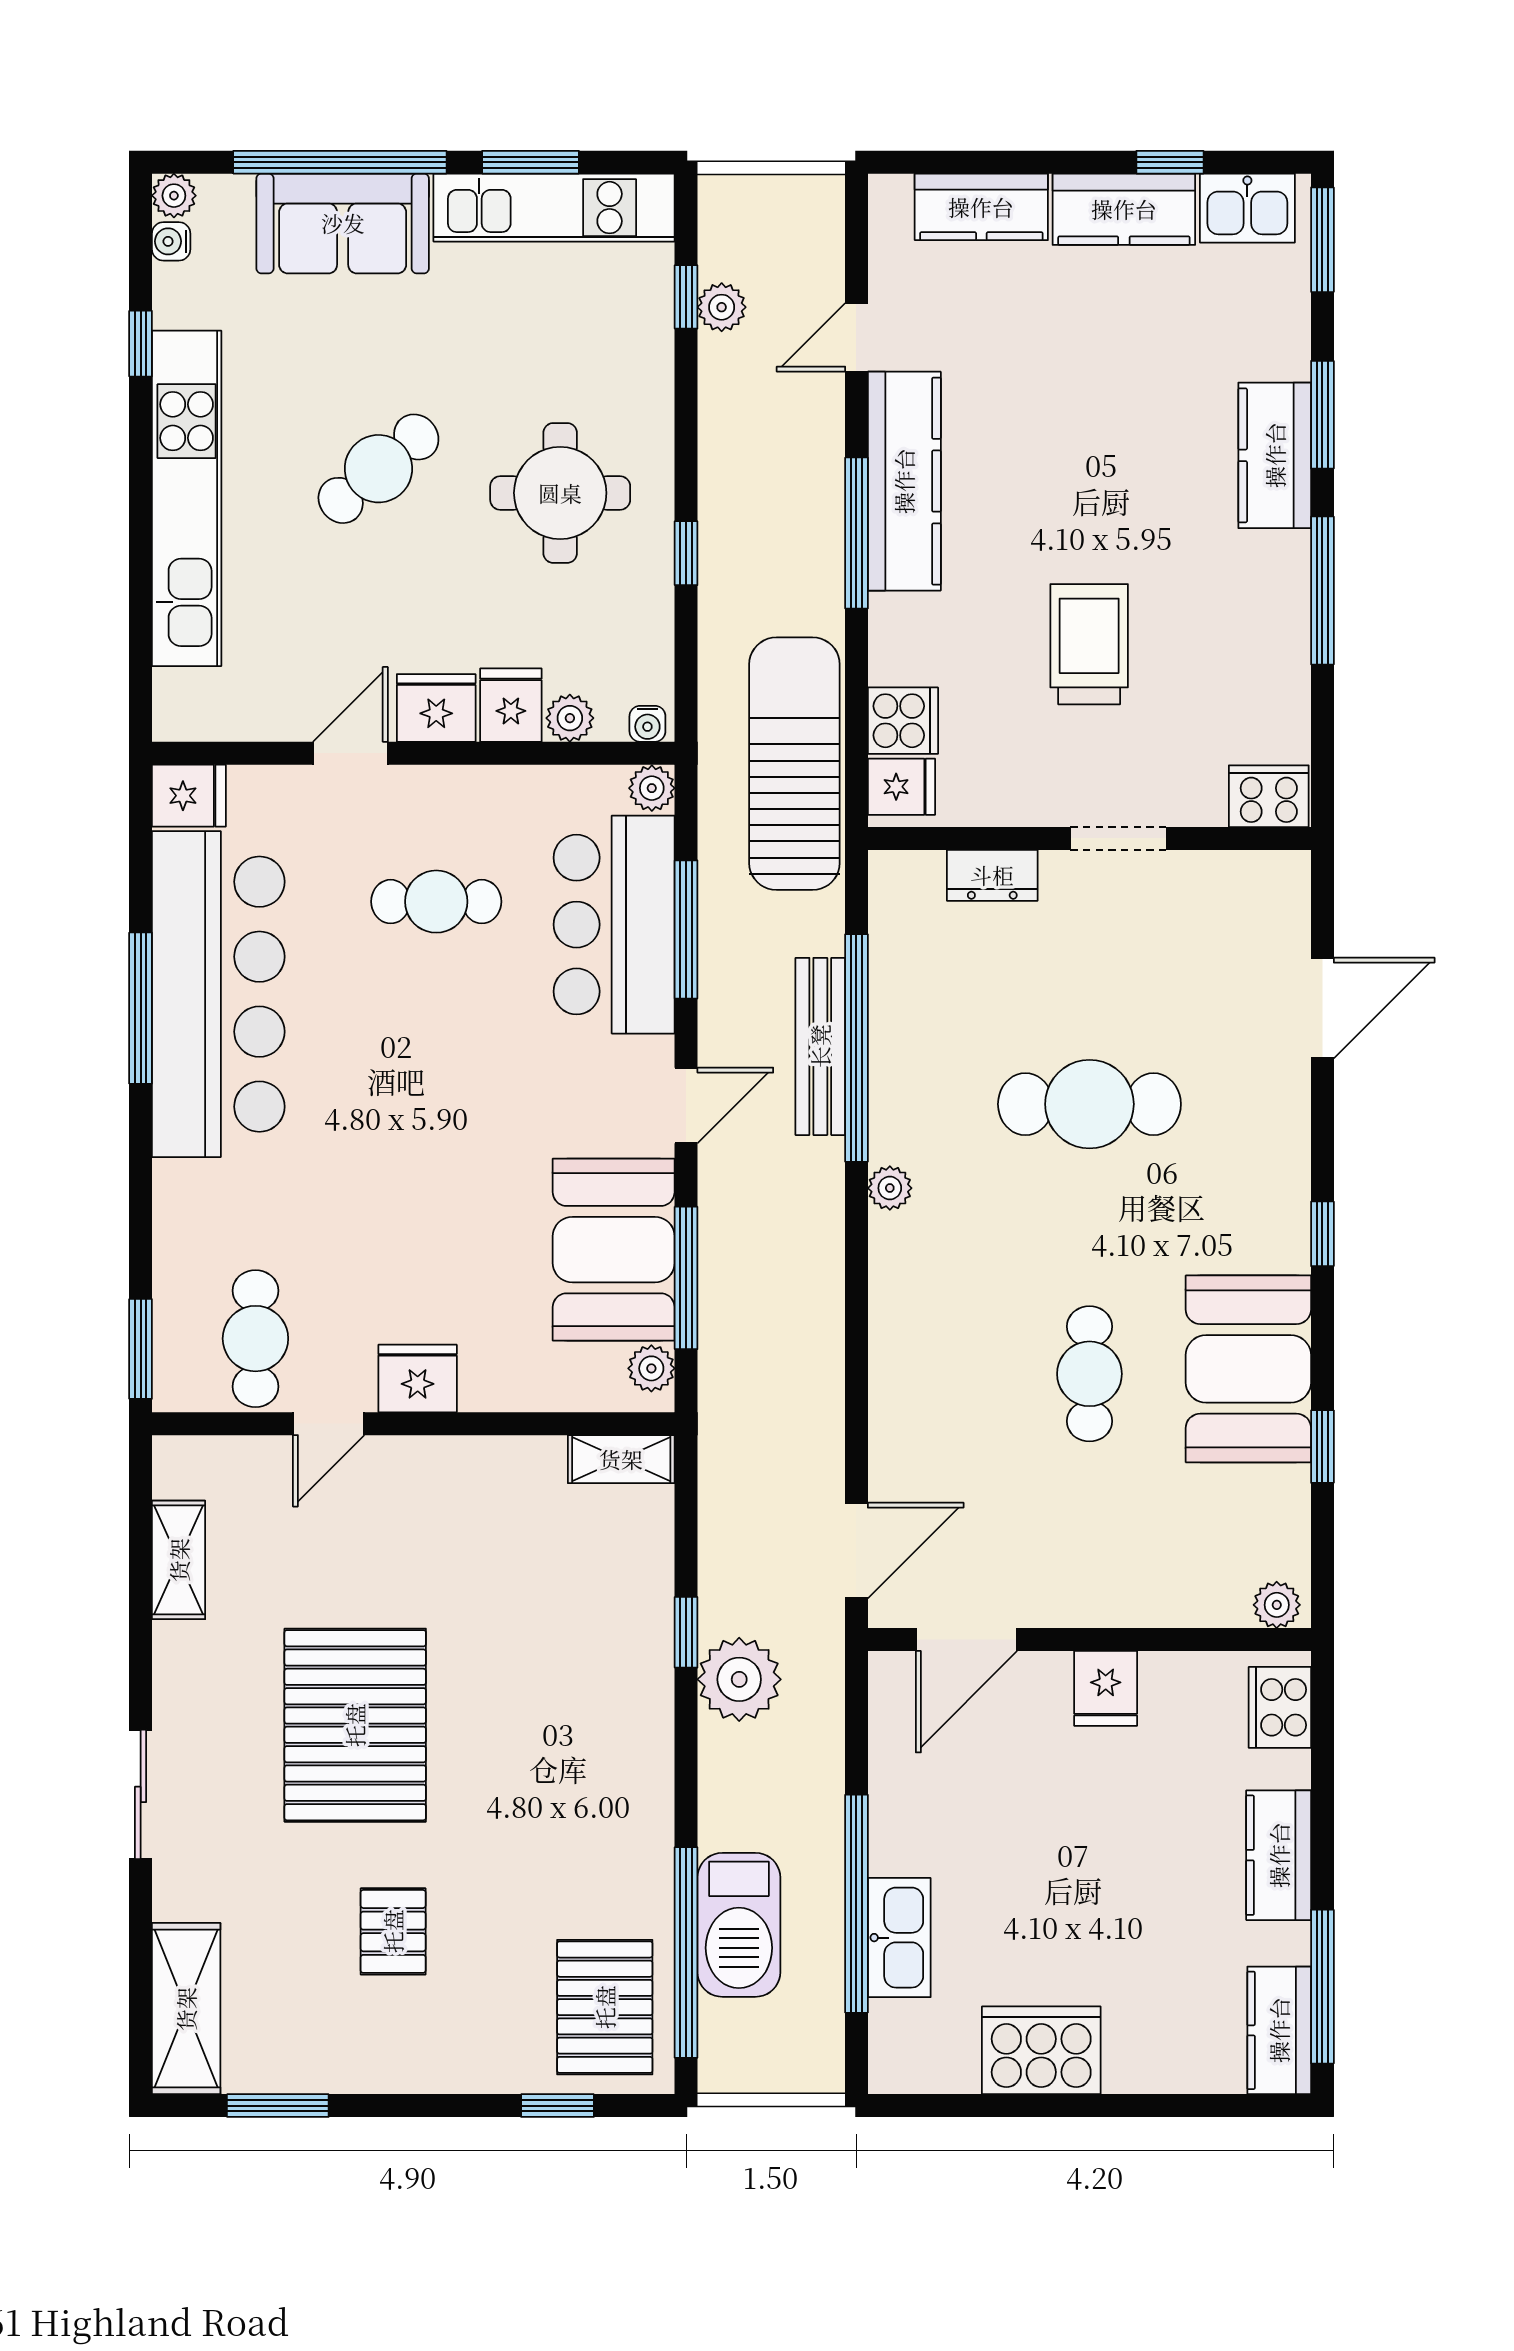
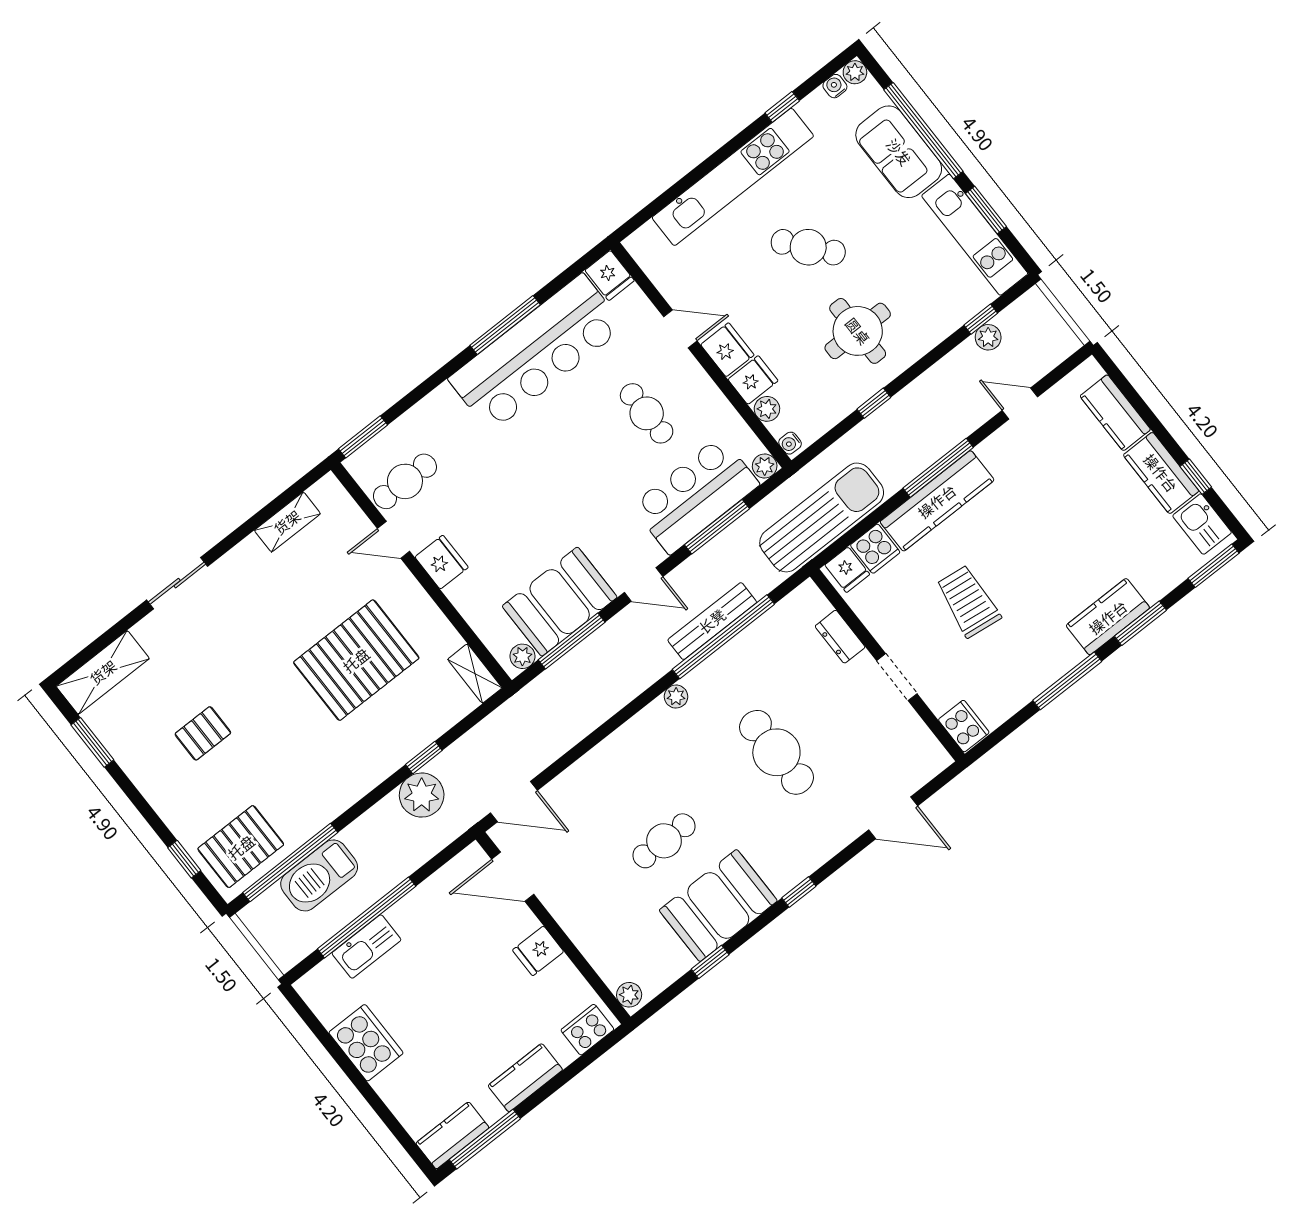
kitchen counter: (904, 481) -> (937, 501), moved
trolley: (1089, 644) -> (968, 601), turned -83
pallet: (355, 1725) -> (356, 660), moved

